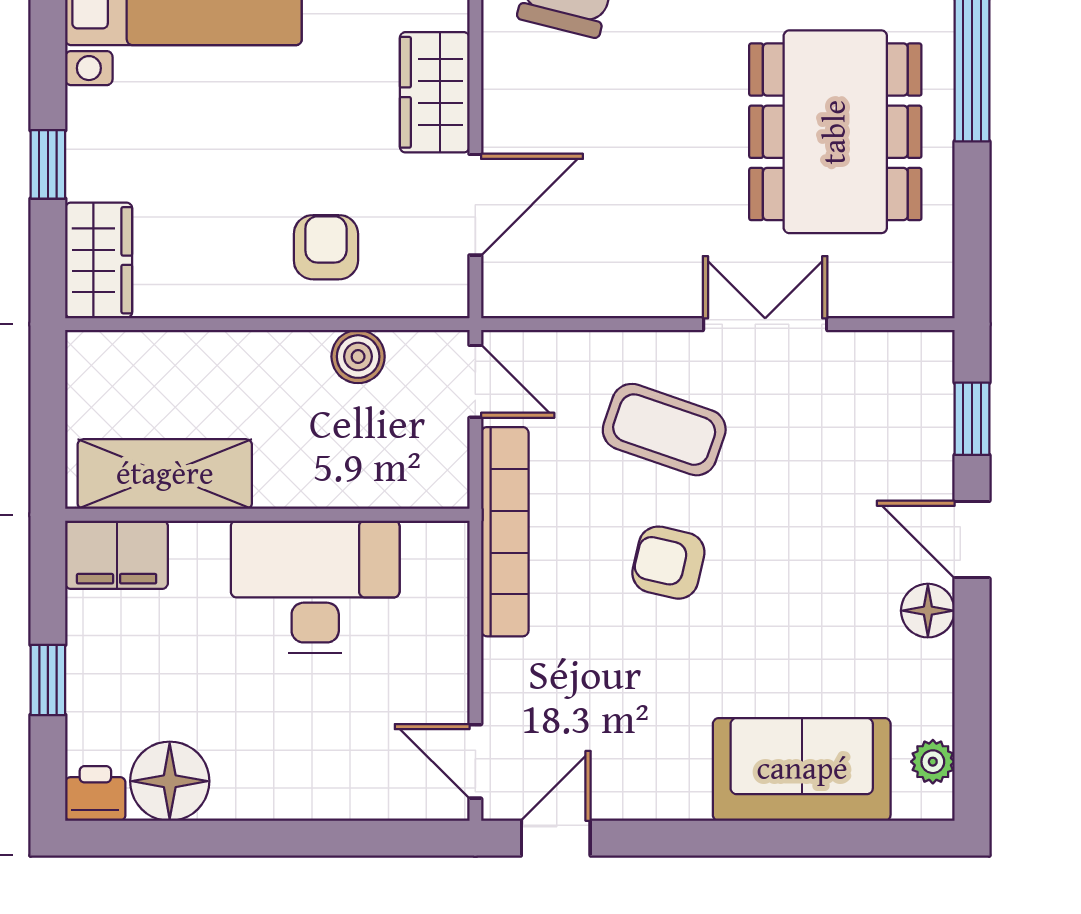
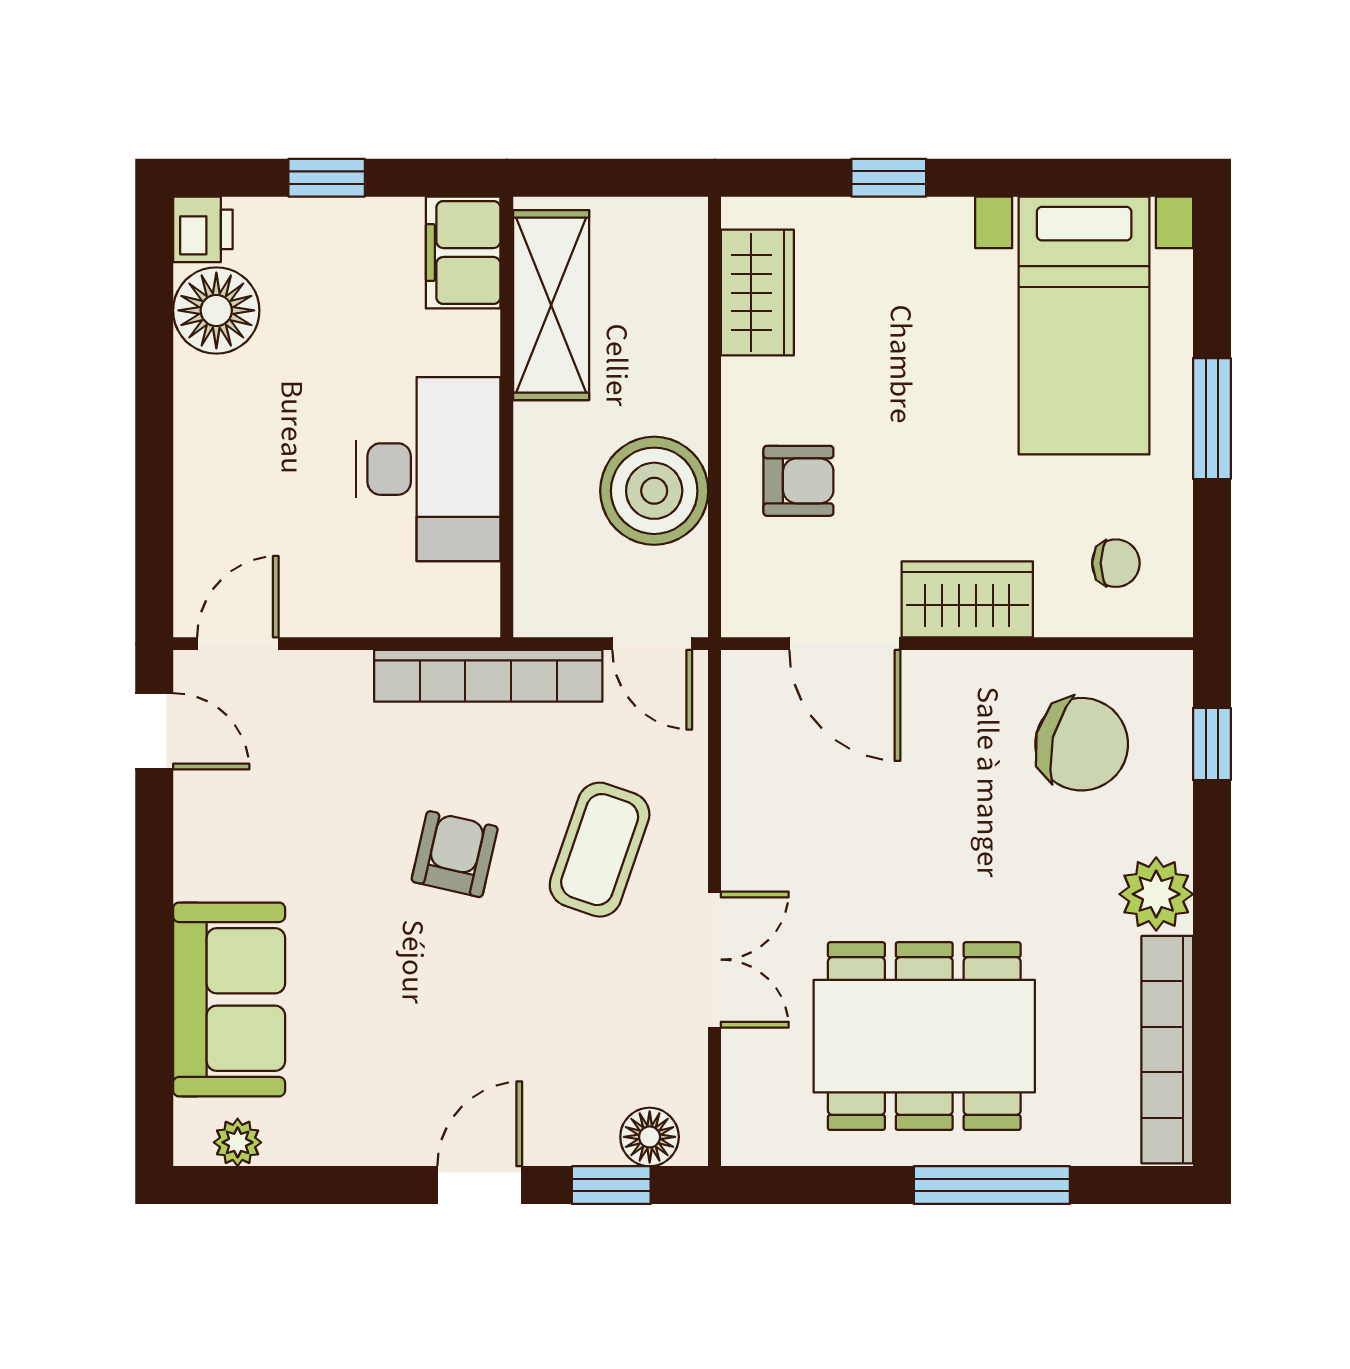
wardrobe: (99, 260) -> (757, 293), moved, turned -90
boiler: (358, 357) -> (654, 491), width x1.86, depth x1.86
door: (475, 381) -> (652, 644), hinge flipped
floor lamp: (928, 611) -> (650, 1137), moved

